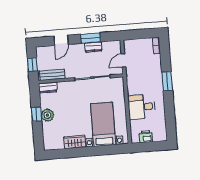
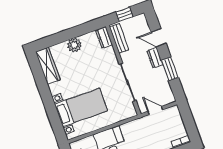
dresser: (93, 47) -> (155, 58), moved
window: (36, 114) -> (72, 33), removed
wardrobe: (75, 142) -> (48, 66), moved, width x1.50

